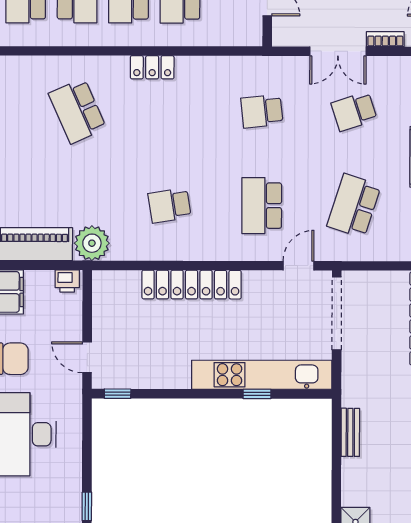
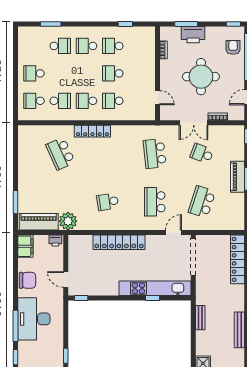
locker: (152, 67) -> (92, 131), width x1.53
school desk: (262, 111) -> (155, 154), width x1.85
school desk: (354, 111) -> (202, 154), turned 39

